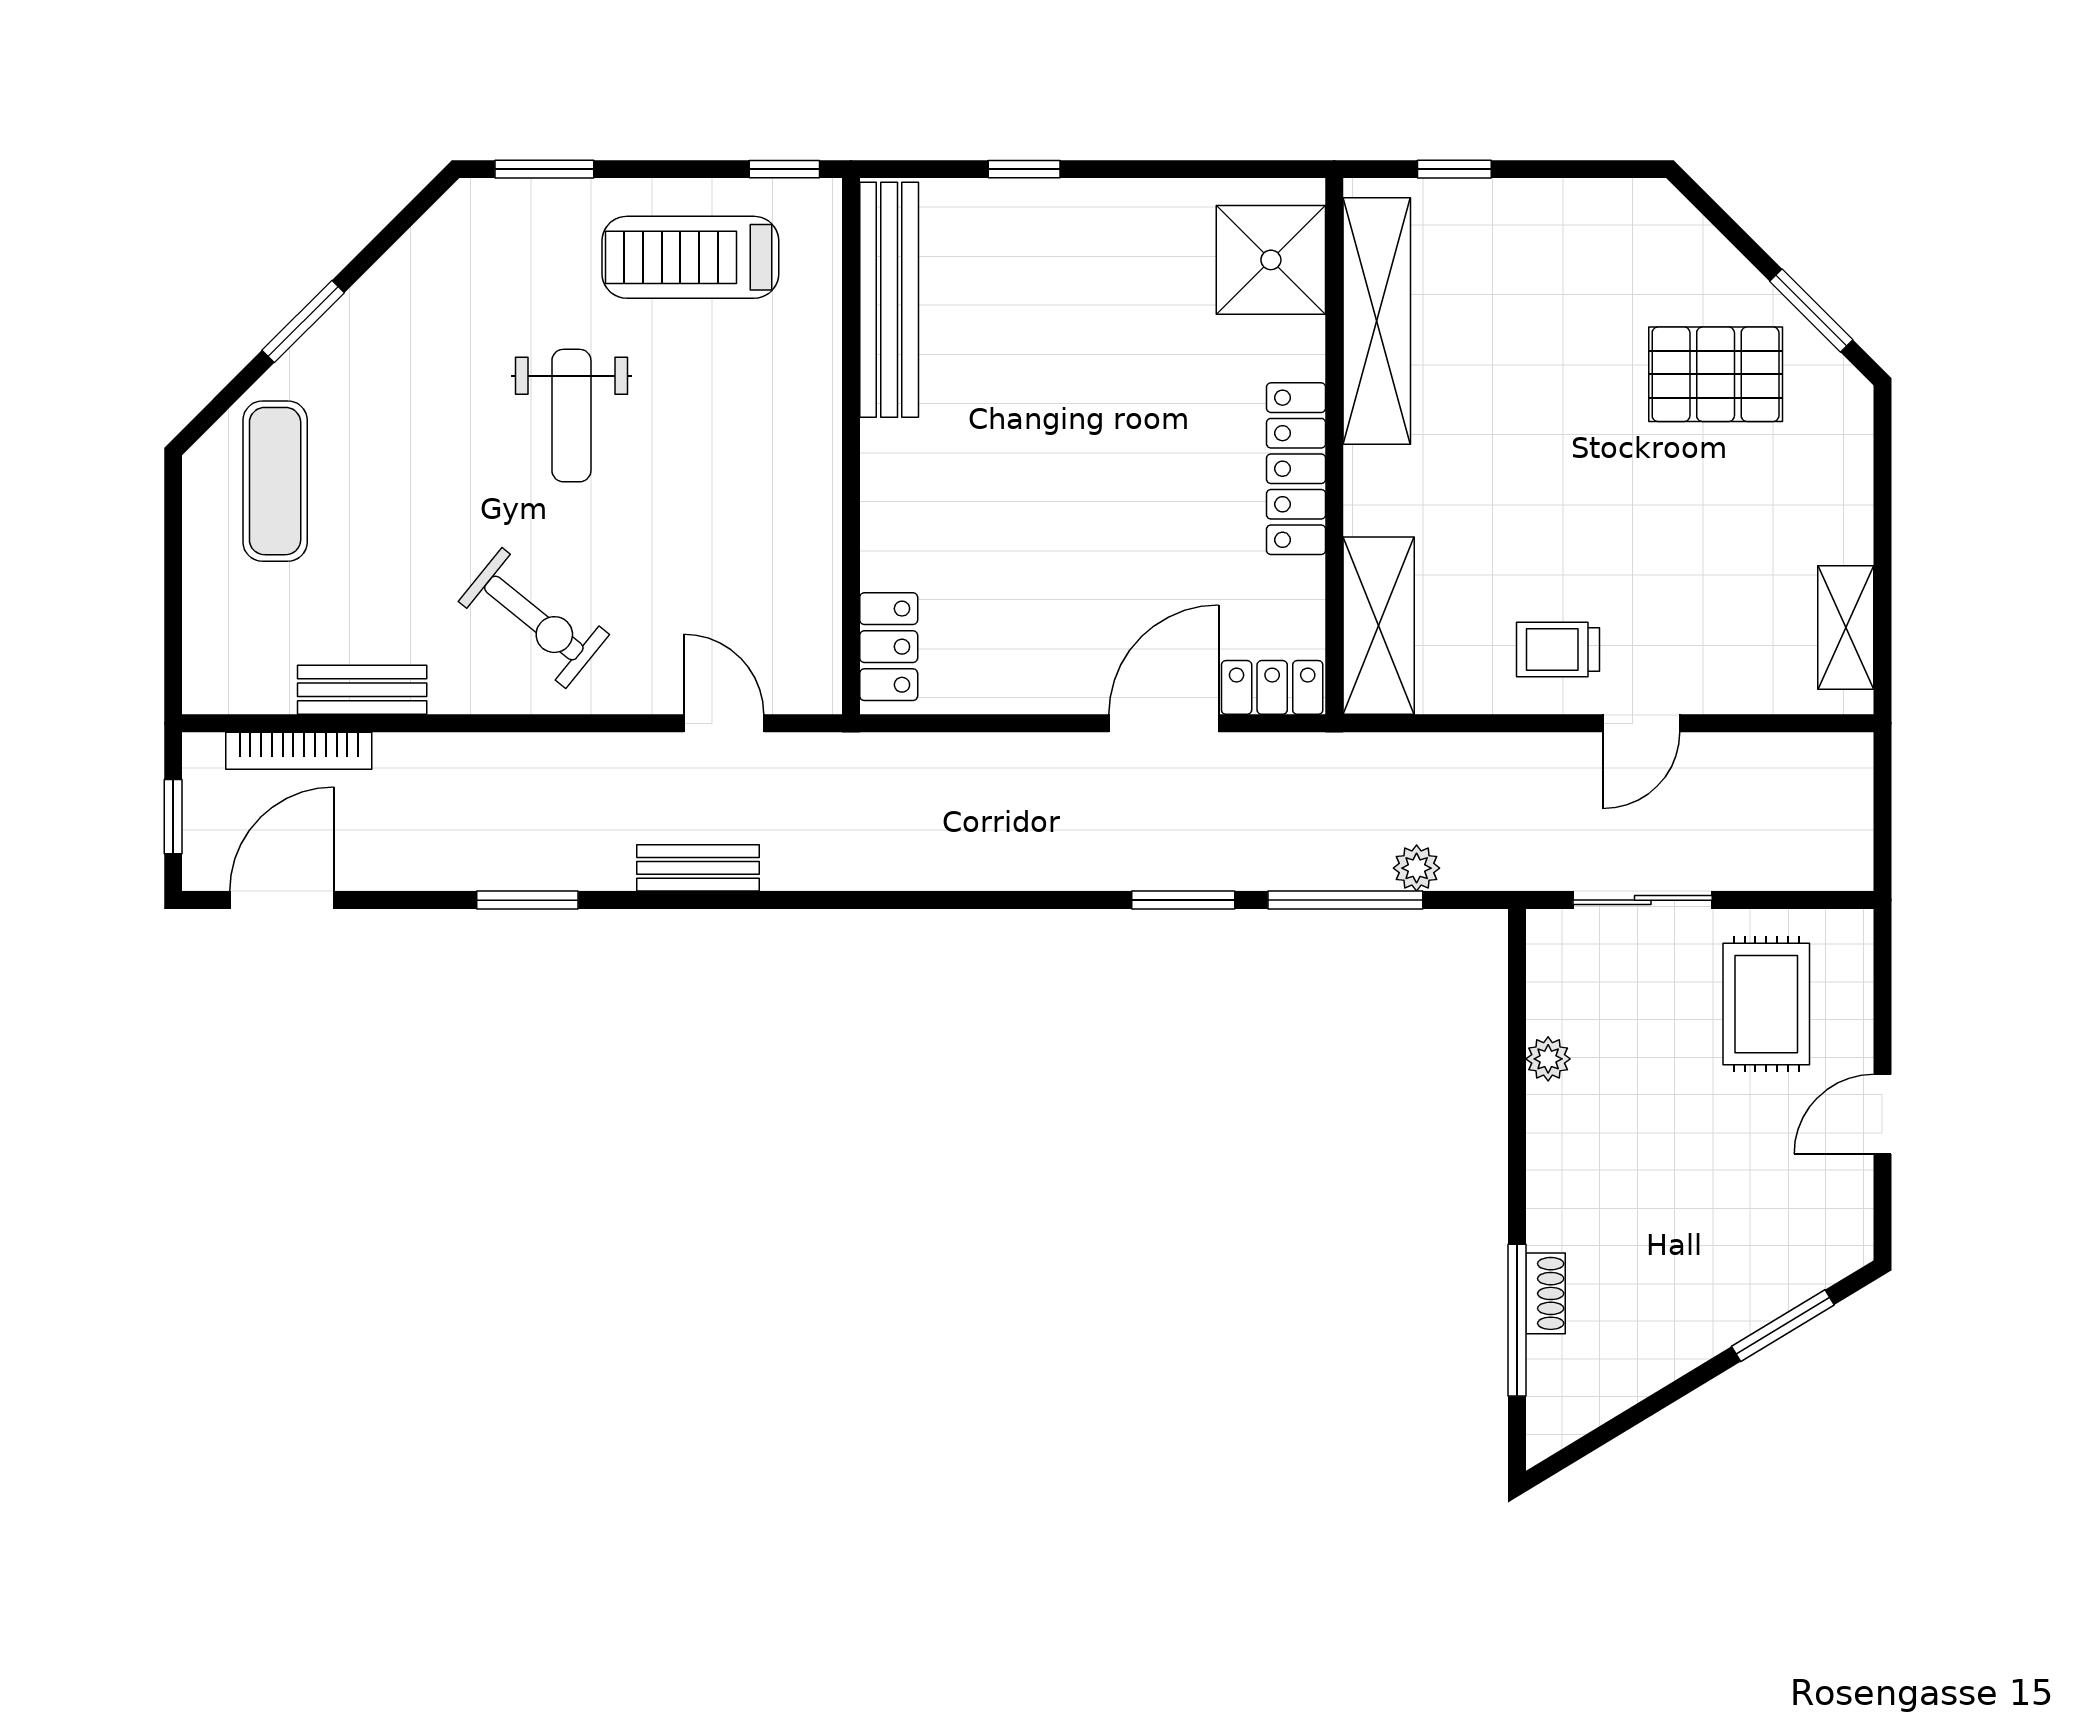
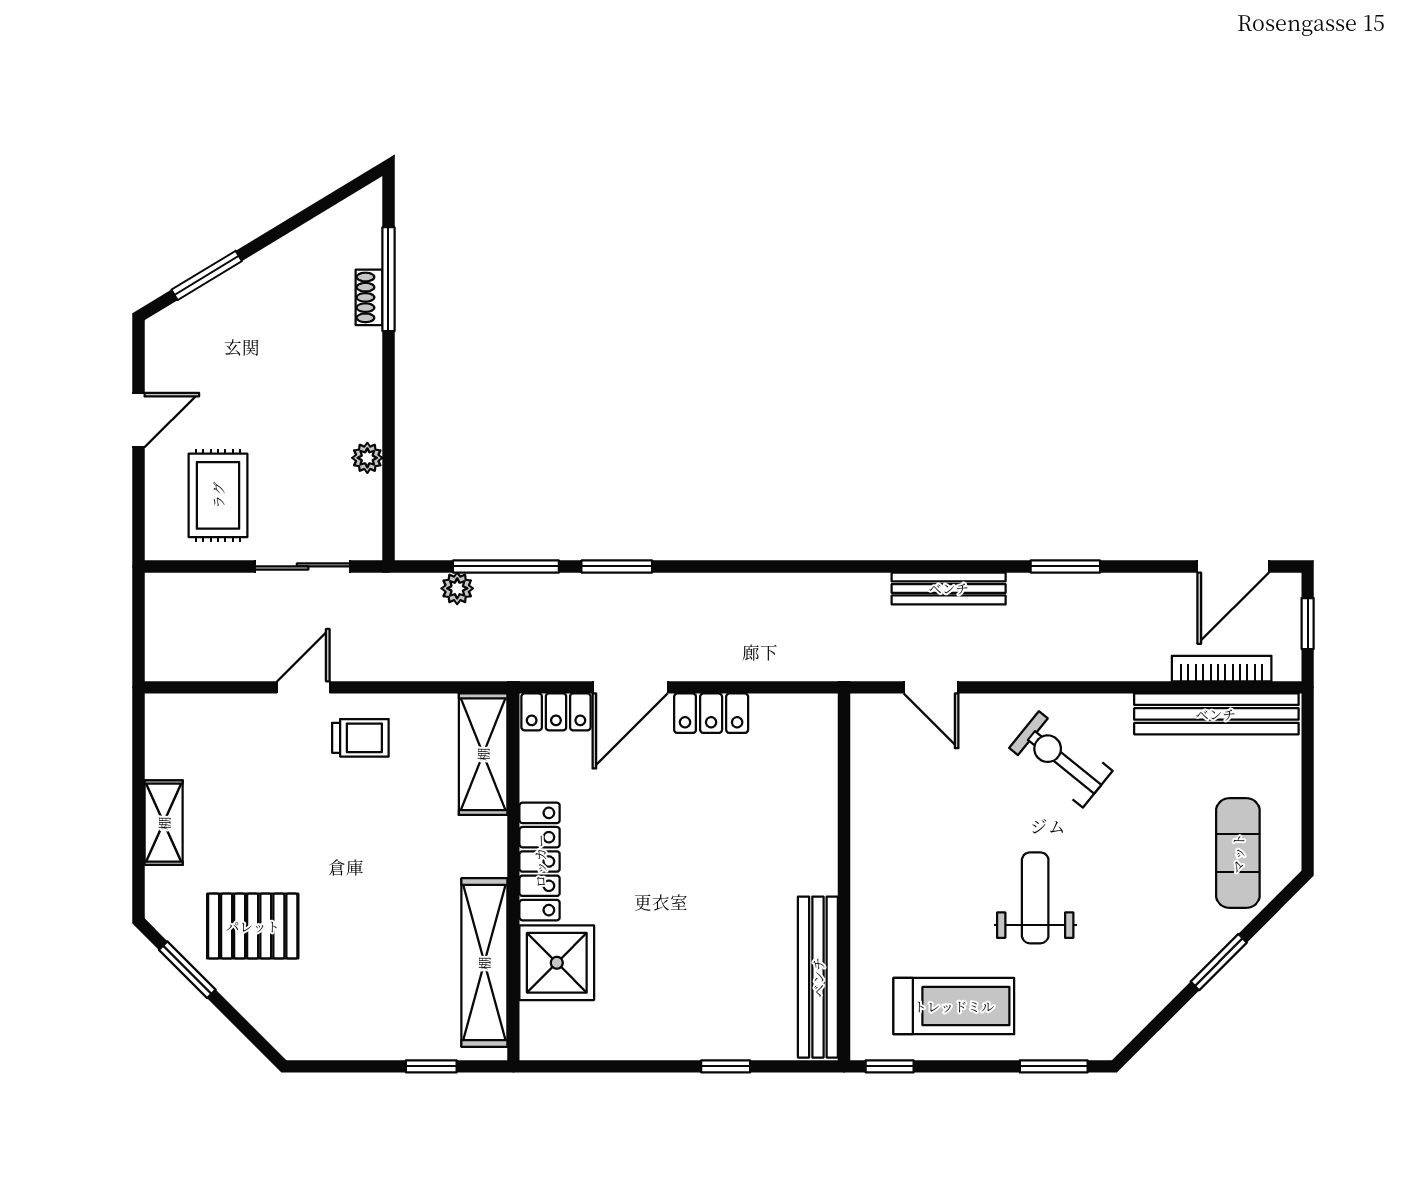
shower: (1271, 260) -> (557, 963), moved
shelving: (1846, 628) -> (164, 823), moved
locker: (889, 647) -> (711, 713), moved, turned -90
bench: (362, 690) -> (1216, 714), width x1.86, depth x1.21
bench: (698, 868) -> (949, 588), width x1.36

